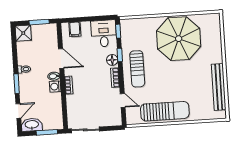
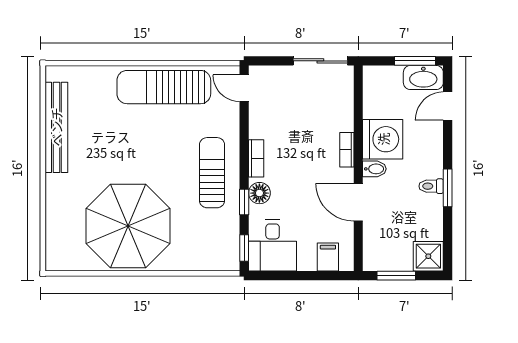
window: (17, 84) -> (448, 188), moved
washing machine: (55, 87) -> (383, 139), width x1.89, depth x1.89
door: (123, 100) -> (244, 88), moved
window: (47, 132) -> (415, 61), moved

